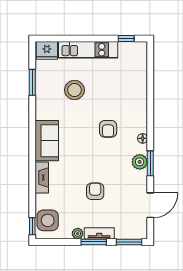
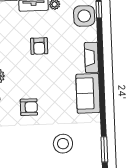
armchair: (108, 129) -> (29, 107), turned 90

